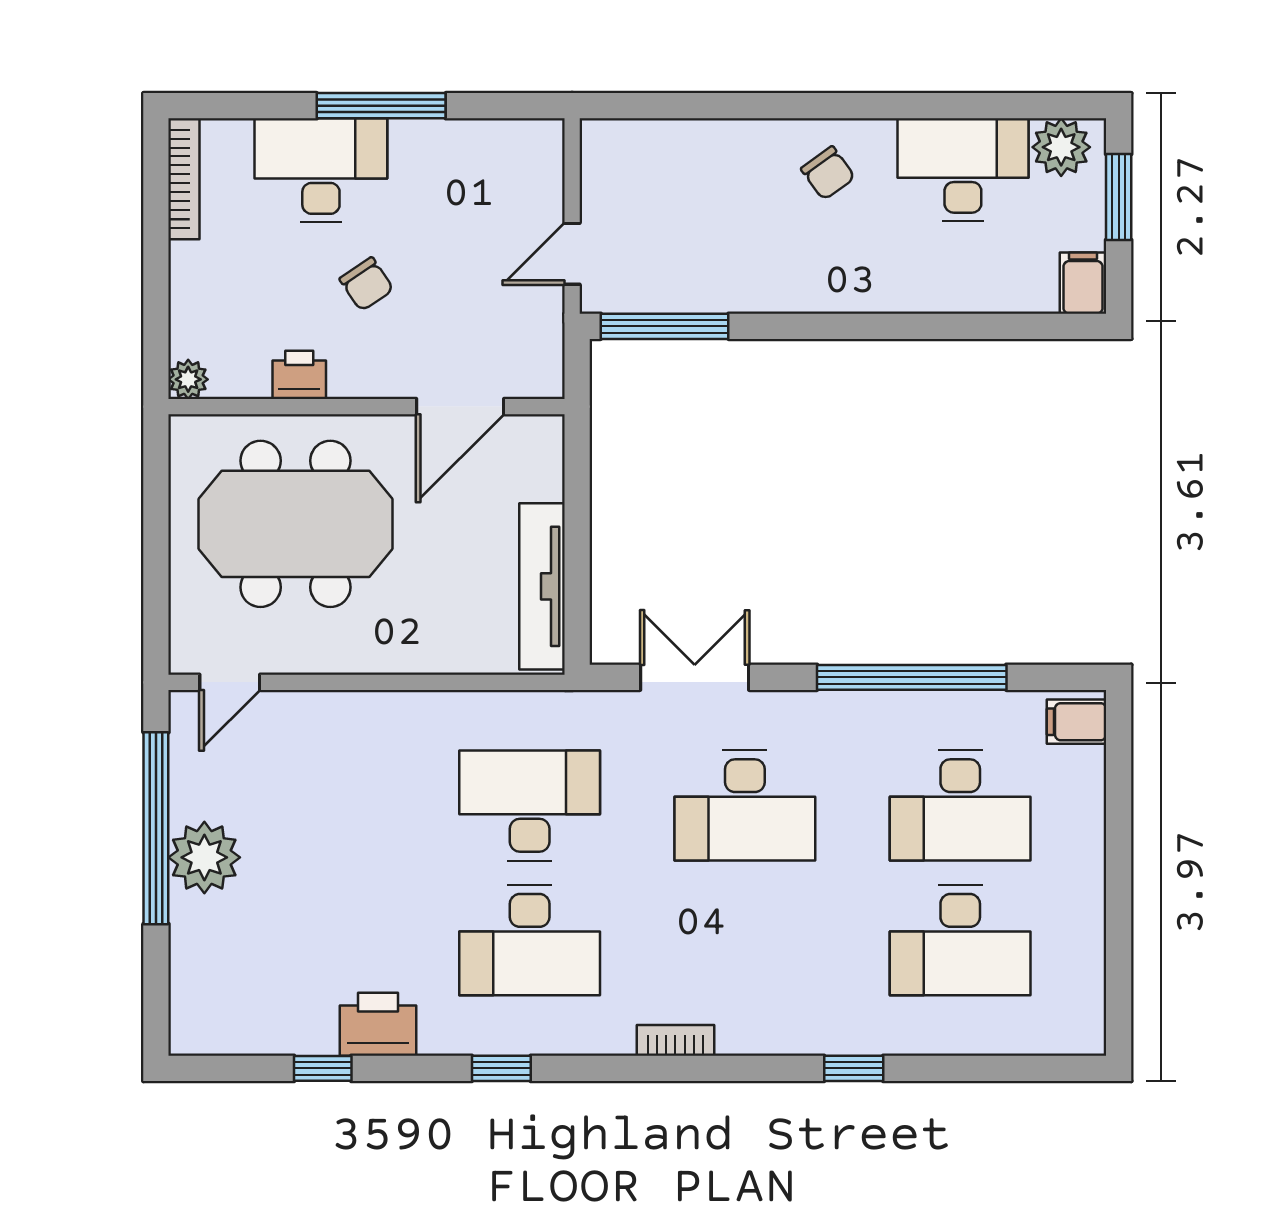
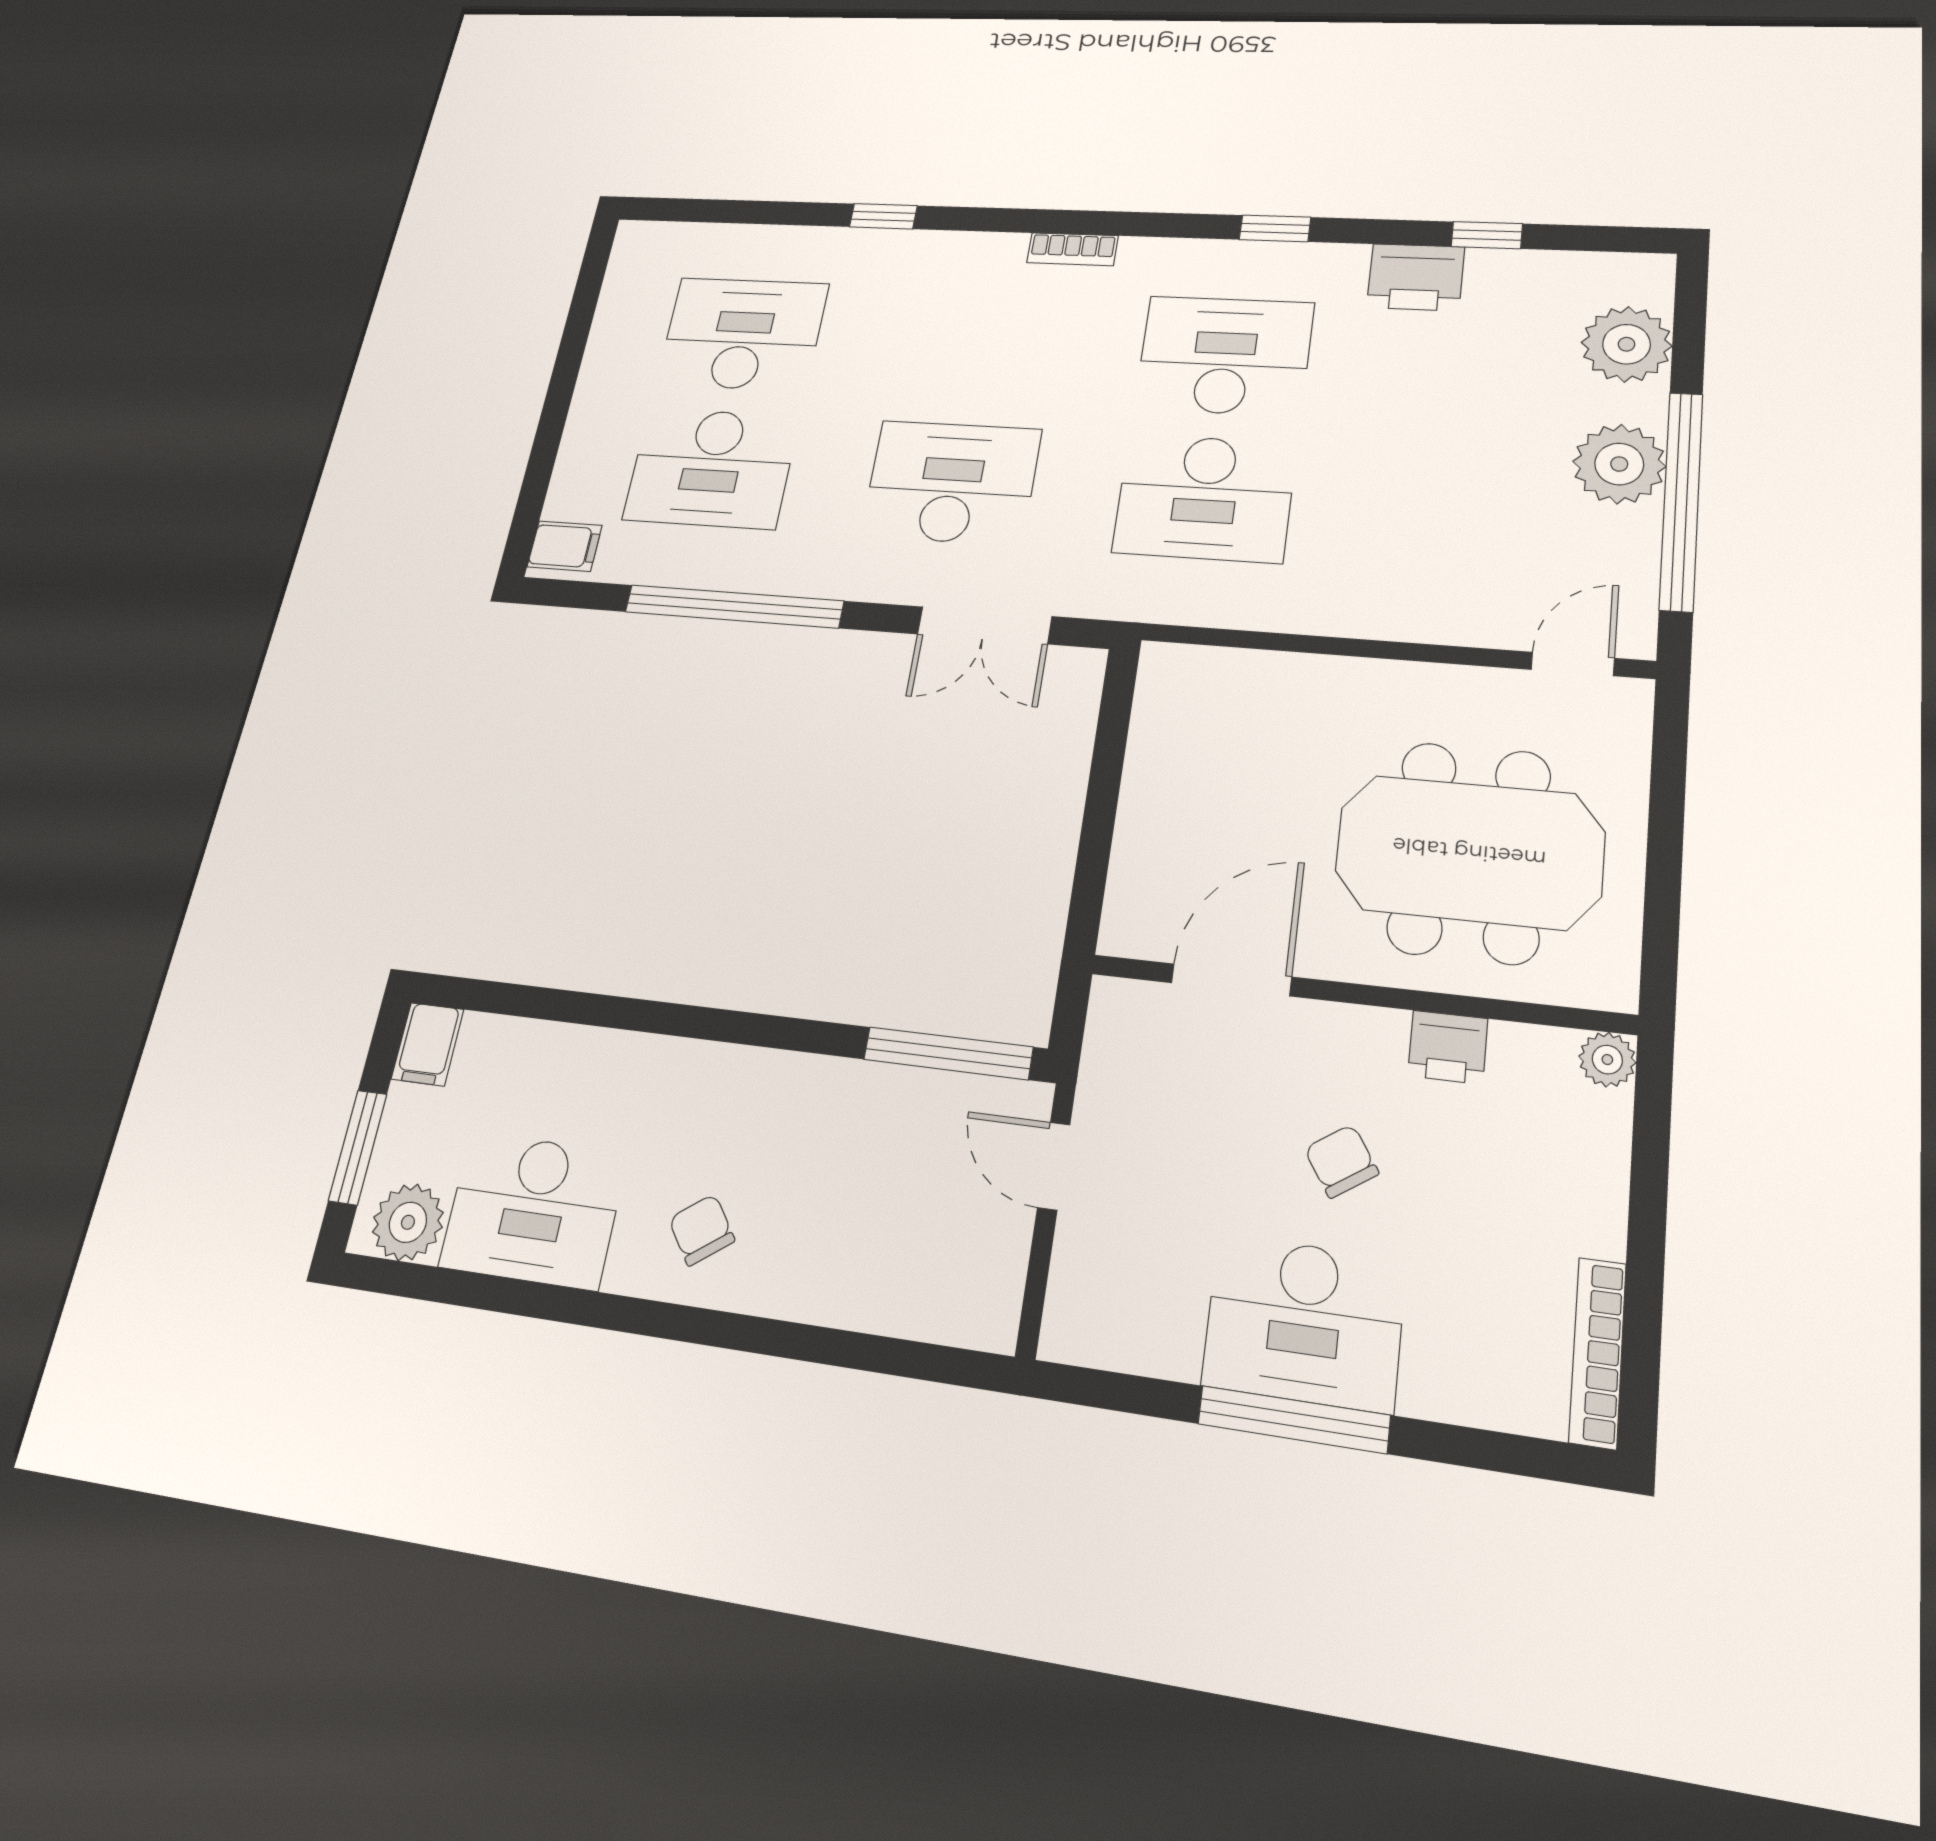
desk: (321, 170) -> (1304, 1322), moved
door: (572, 254) -> (1054, 1166), swing flipped
tv unit: (542, 586) -> (1155, 745), removed
desk: (960, 805) -> (711, 468), turned 180
plant: (204, 968) -> (1627, 344), added

